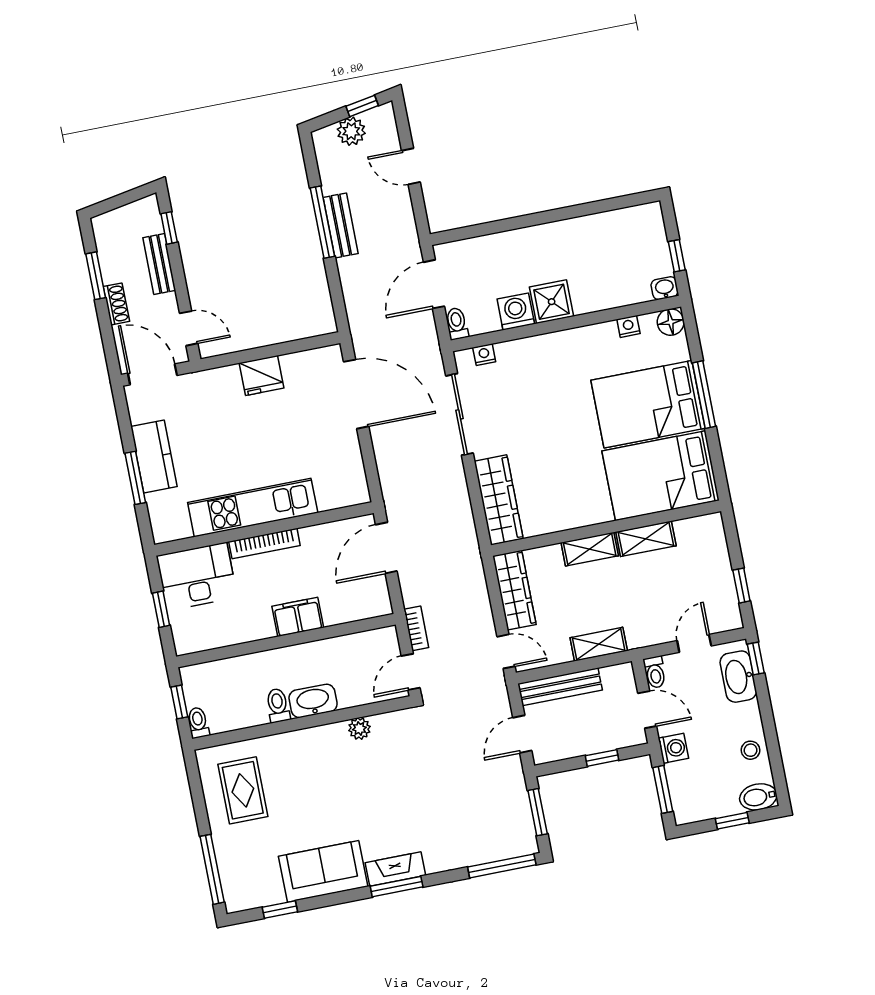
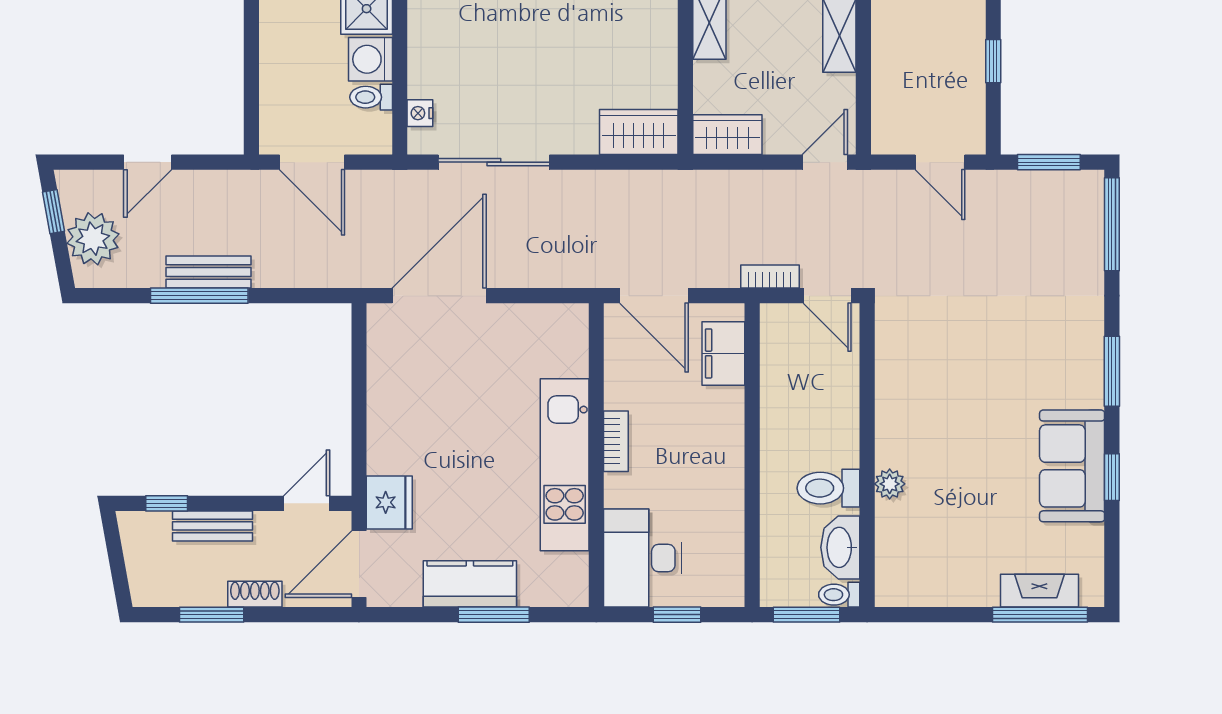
plant: (351, 131) -> (93, 239), width x1.36, depth x1.36
toilet: (457, 324) -> (371, 97), moved
fridge: (262, 375) -> (389, 502), moved
wardrobe: (499, 500) -> (639, 132), width x0.67
bookcase: (264, 543) -> (616, 441), width x0.64
wardrobe: (514, 590) -> (727, 135), width x0.67
filing cabinet: (298, 617) -> (723, 353), moved
bench: (560, 687) -> (886, 99), removed
washbasin: (313, 701) -> (840, 547), moved
window: (179, 702) -> (806, 615), width x1.50
toilet: (278, 705) -> (828, 488), width x1.37, depth x1.39
plant: (359, 729) -> (890, 484), moved
rug: (243, 790) -> (942, 552), removed
fireplace: (395, 869) -> (1039, 591), moved, turned 90
window: (280, 909) -> (1112, 477), moved

